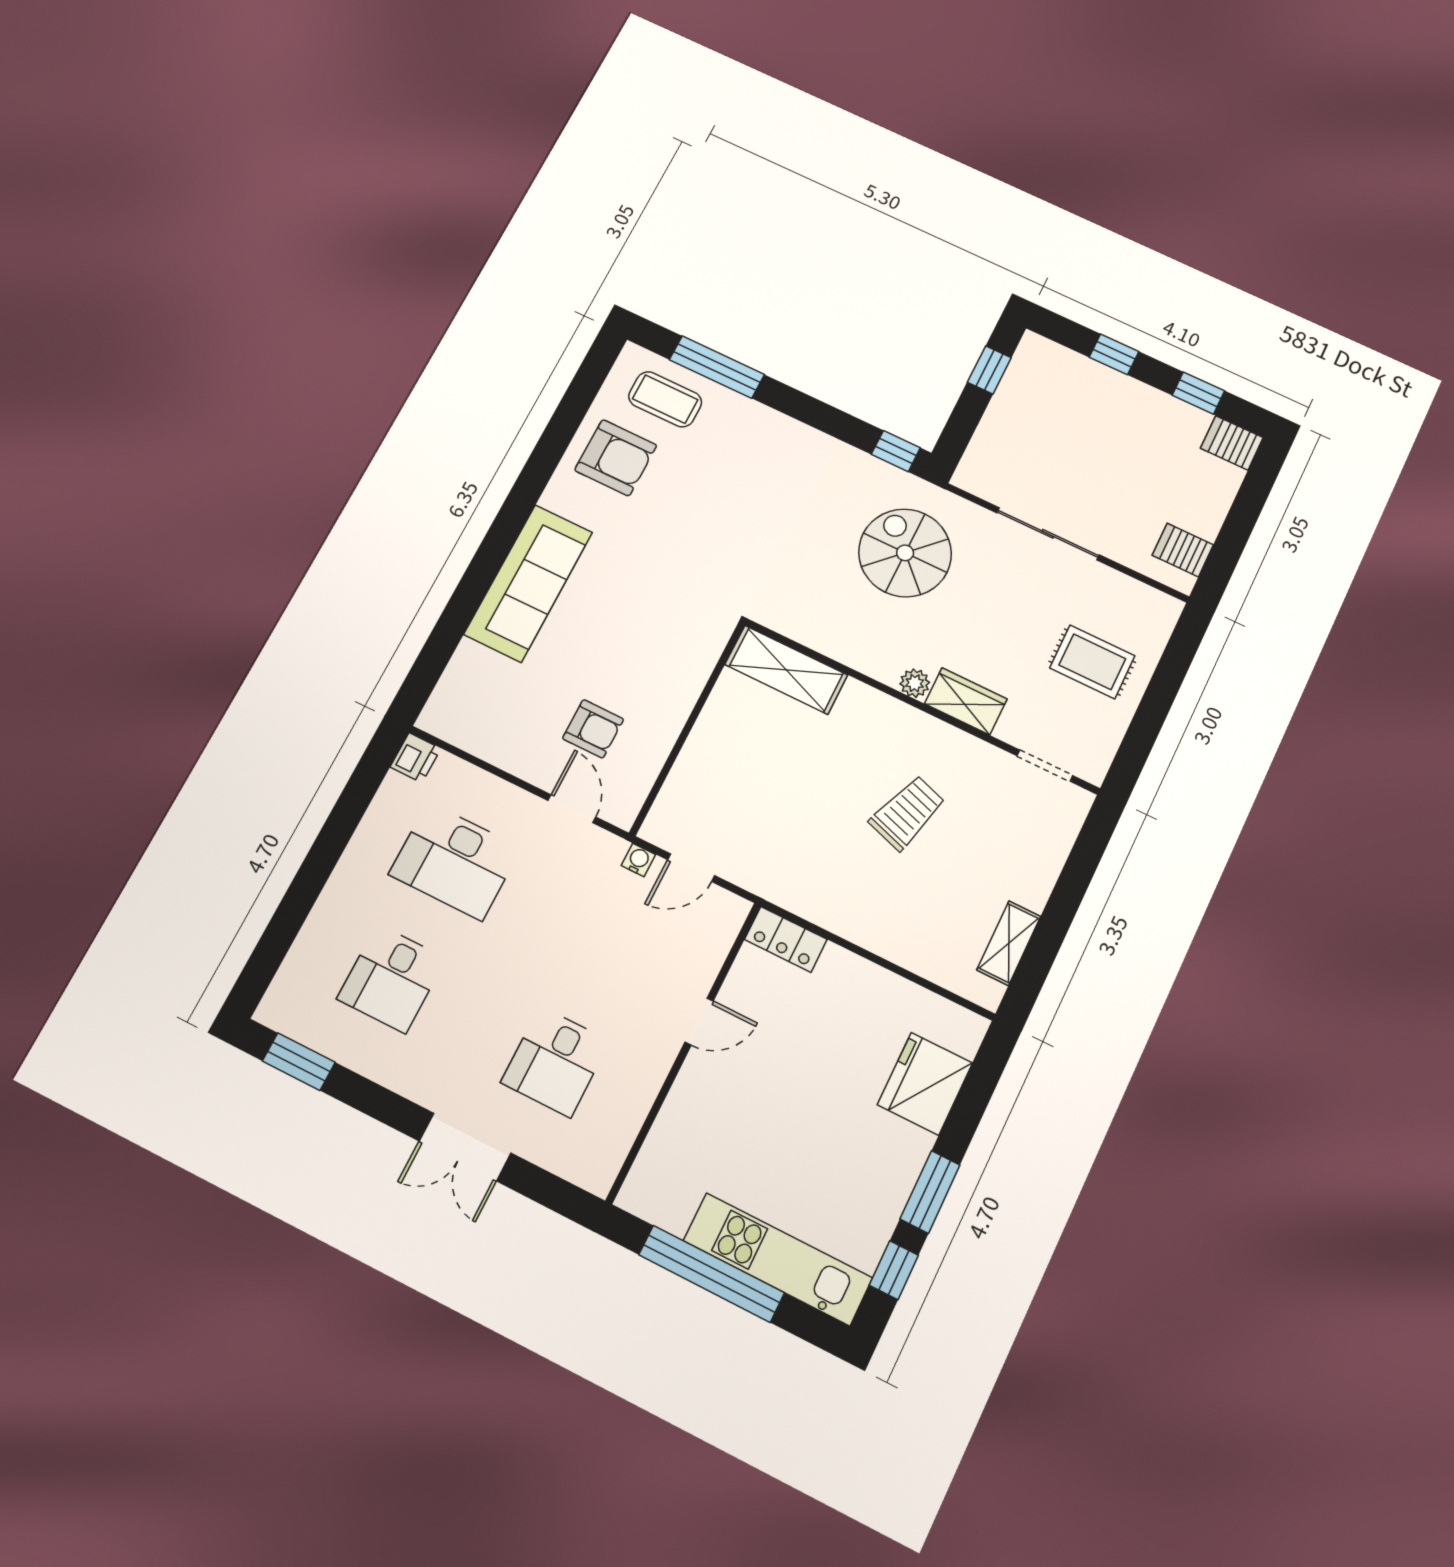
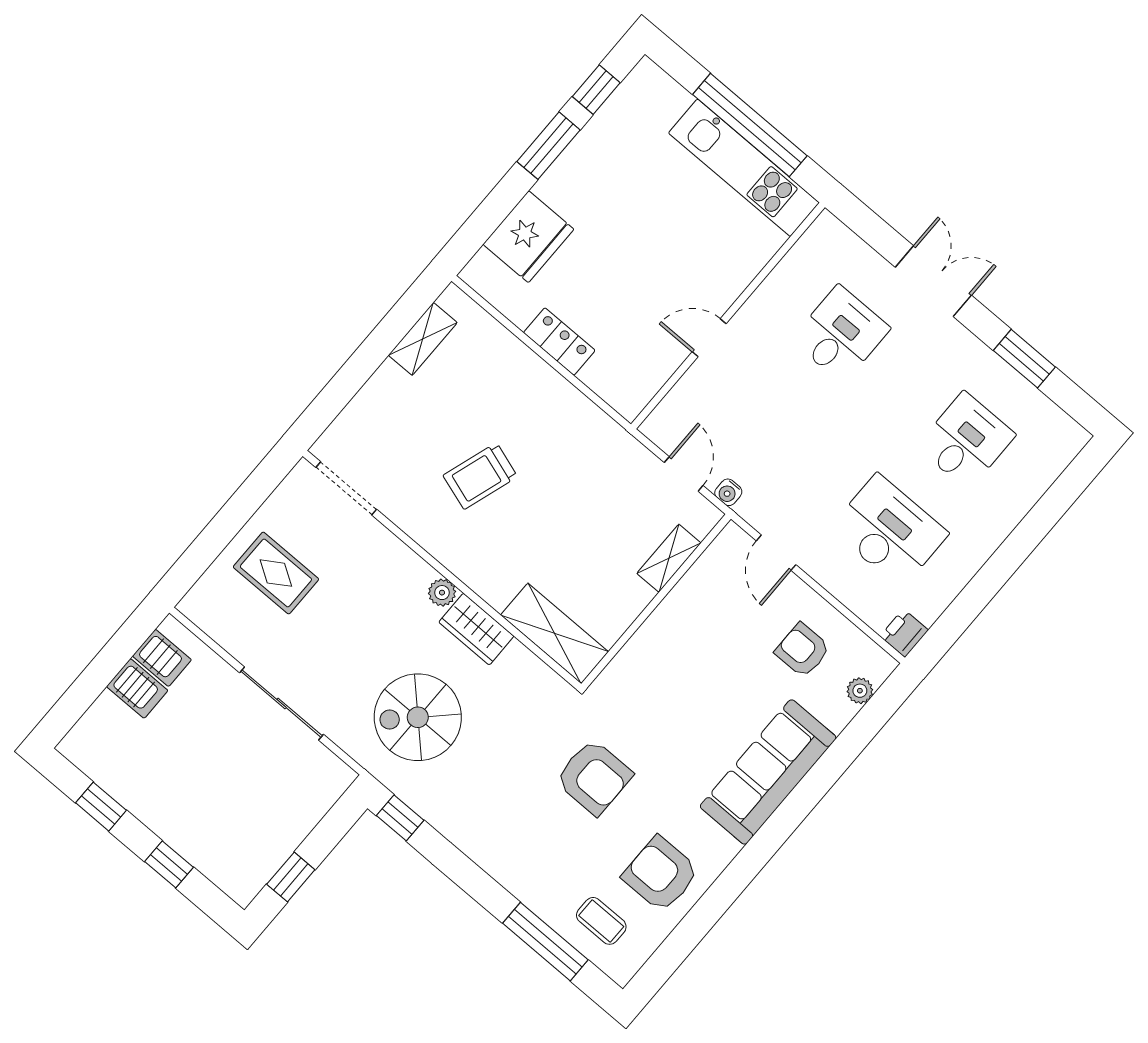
coffee table: (665, 399) -> (601, 921), width x0.73, depth x0.77
server rack: (1232, 443) -> (137, 688), moved
armchair: (708, 536) -> (594, 777), added
spiral stairs: (905, 553) -> (418, 717), turned 90
plant: (450, 687) -> (860, 691), added
wardrobe: (966, 701) -> (476, 629), moved
armchair: (593, 729) -> (803, 650), moved
doorway: (1045, 766) -> (346, 488), width x1.38
shelving: (685, 775) -> (669, 558), added
door: (691, 868) -> (684, 474), hinge flipped
locker: (786, 939) -> (559, 342), moved
window: (299, 1062) -> (1024, 359), moved
kitchen unit: (778, 1259) -> (744, 168), moved

